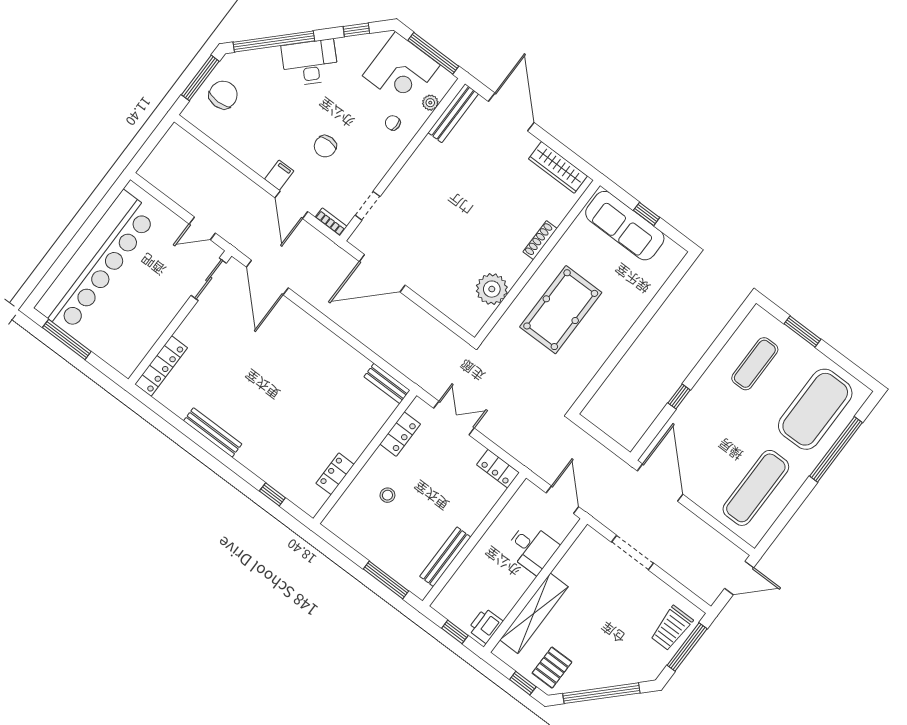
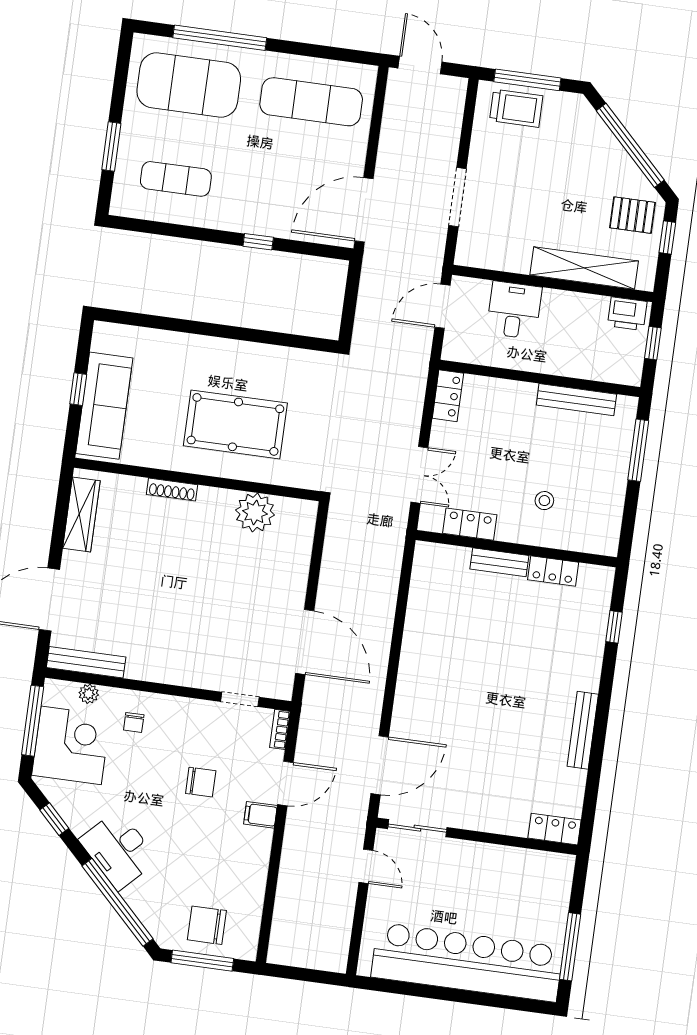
locker: (161, 366) -> (555, 829), width x0.66
bench: (387, 383) -> (499, 562), moved, turned 90
double door: (454, 418) -> (419, 475), swing flipped

